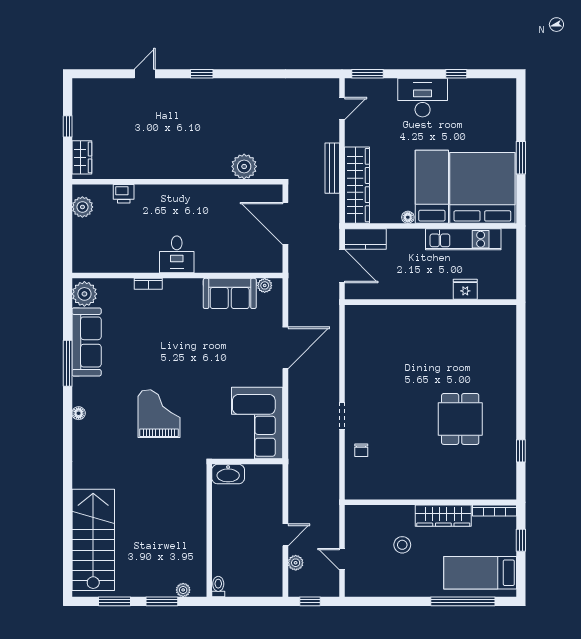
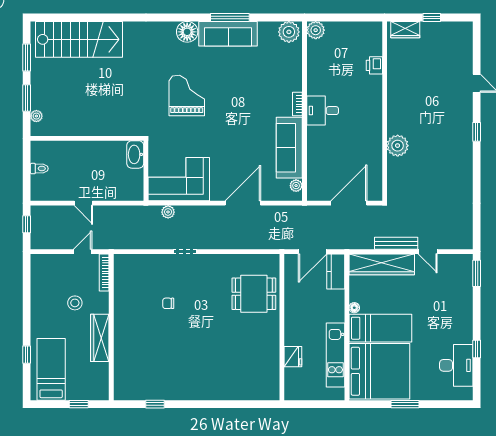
desk: (423, 98) -> (456, 365), moved
door: (342, 108) -> (428, 252), moved
plant: (244, 166) -> (398, 146), moved
plant: (82, 207) -> (316, 30), moved
bookcase: (148, 284) -> (297, 104), moved
sofa: (230, 293) -> (289, 148), width x1.36
sofa: (87, 342) -> (228, 34), moved
door: (285, 348) -> (243, 203), swing flipped
floor lamp: (79, 413) -> (187, 32), width x1.89, depth x1.89
grand piano: (159, 414) -> (187, 95), turned -90
dining table: (460, 419) -> (254, 294), moved
chair: (361, 450) -> (168, 303), moved
bookcase: (494, 510) -> (104, 272), moved
door: (342, 559) -> (83, 252), moved
plant: (296, 563) -> (168, 212), moved
toilet: (218, 587) -> (39, 169), moved
window: (463, 601) -> (27, 355), width x0.32

